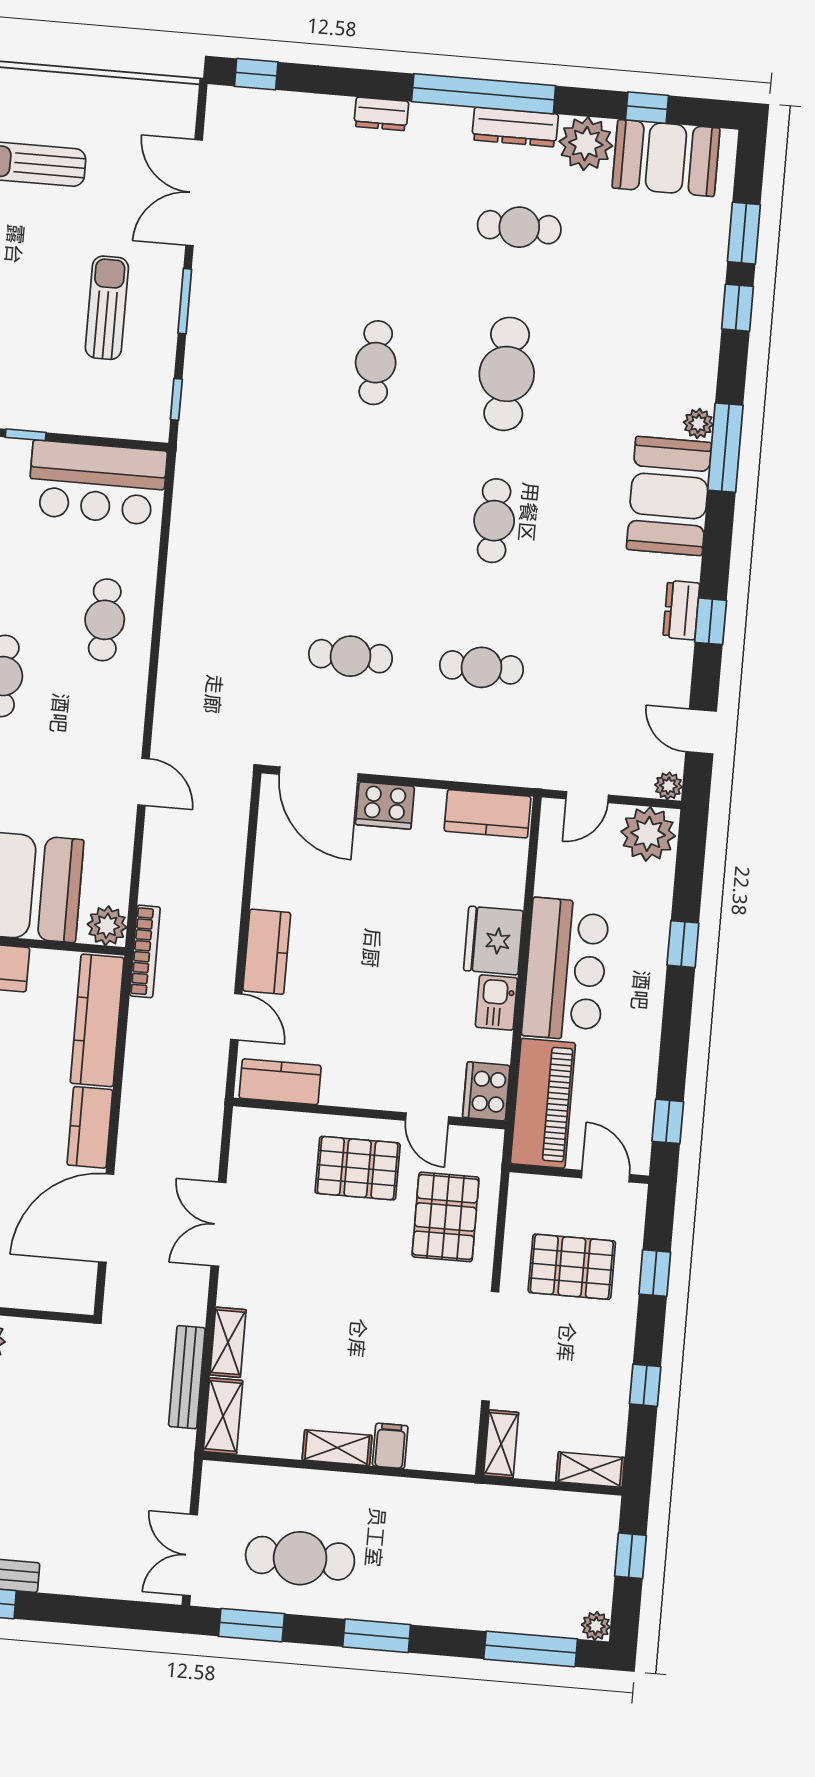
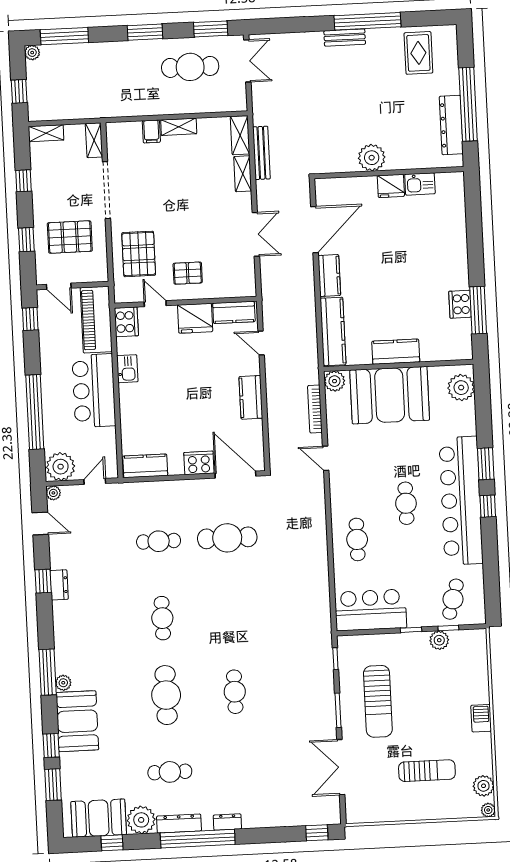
dresser: (381, 114) -> (227, 822), moved
double door: (194, 193) -> (341, 767), swing flipped
sun lounger: (107, 308) -> (378, 701), width x1.36, depth x1.34
booth: (669, 496) -> (77, 721), moved
cafe table: (350, 656) -> (227, 538), width x1.37, depth x1.35
fridge: (493, 941) -> (195, 318), moved, turned 90
window: (683, 944) -> (35, 412), width x3.17
bookcase: (145, 951) -> (315, 409), moved
kitchen counter: (267, 952) -> (251, 397), moved
pallet: (358, 1168) -> (188, 273), width x0.67, depth x0.71

